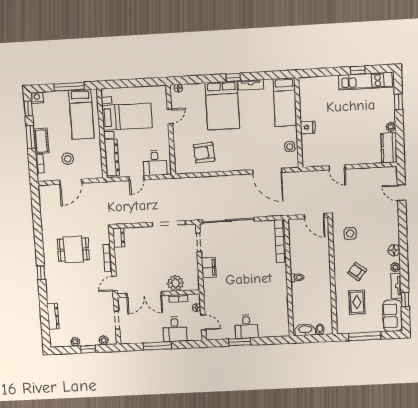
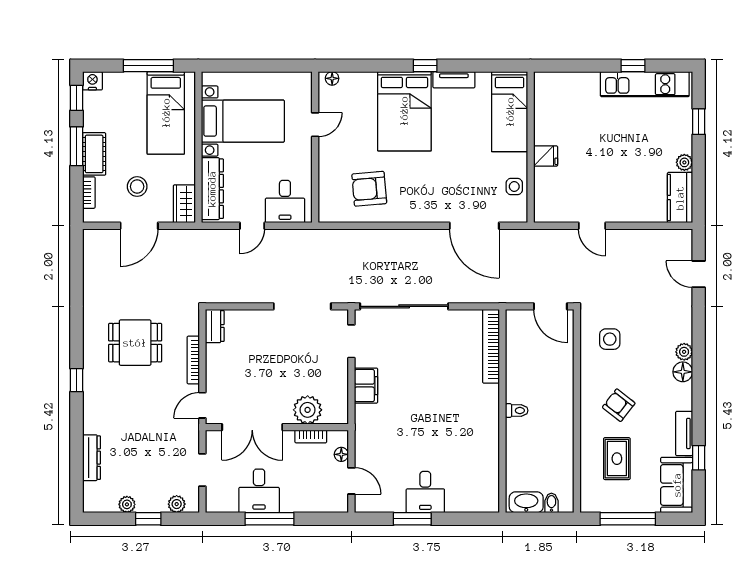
wardrobe: (96, 167) -> (184, 204), added
plant: (395, 267) -> (684, 352), moved
desk: (175, 329) -> (259, 491), moved

